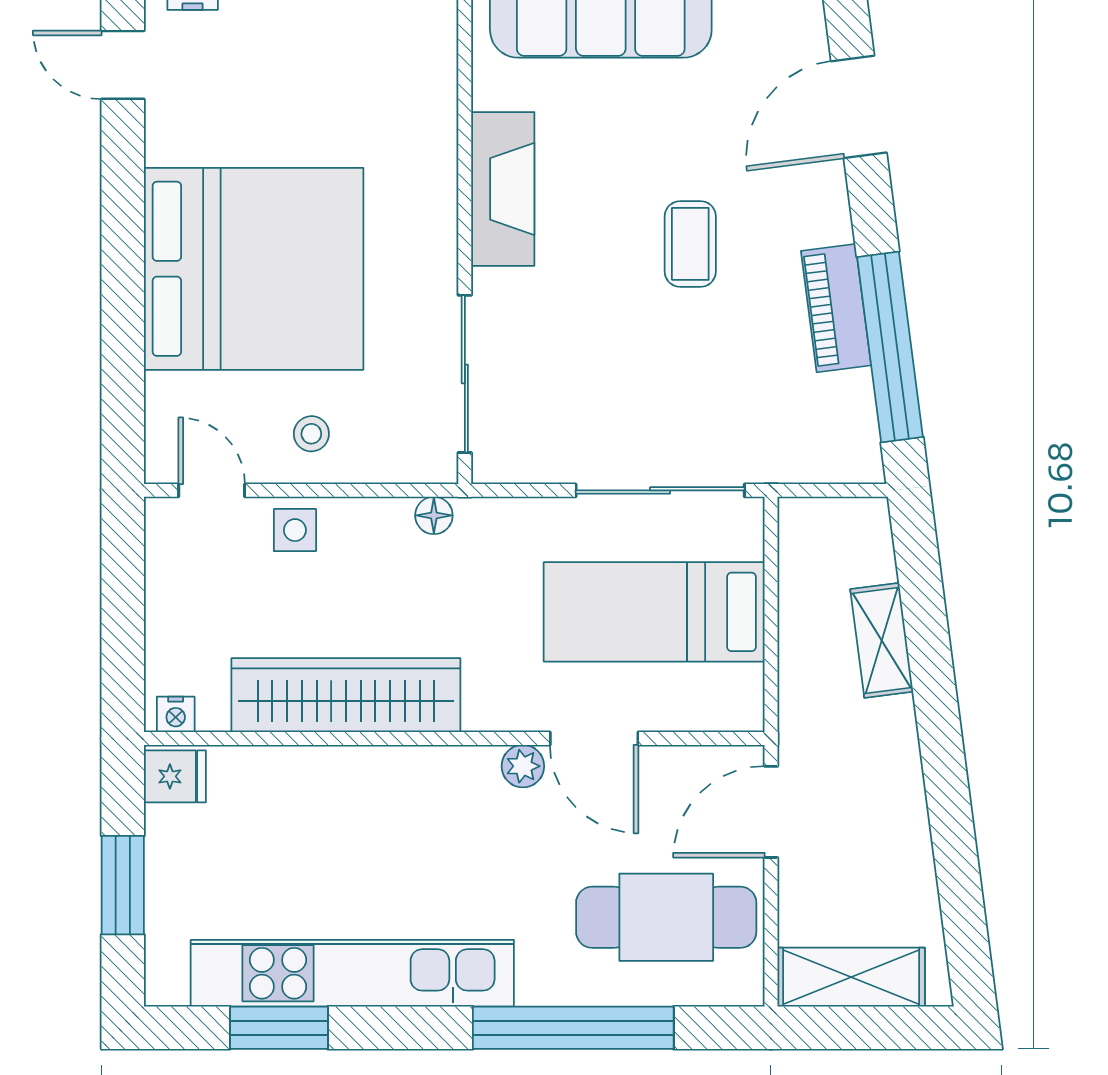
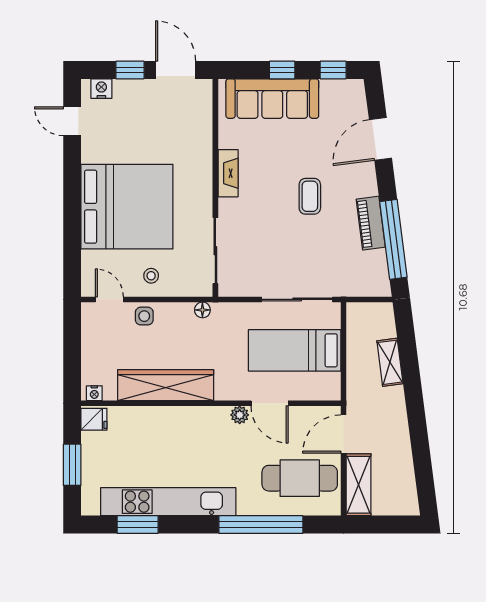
fireplace: (503, 189) -> (228, 173), width x0.73, depth x0.76
shelving: (851, 977) -> (359, 485), moved, turned 90

